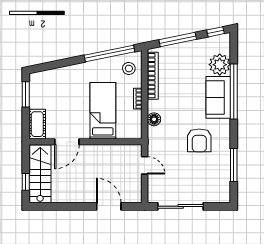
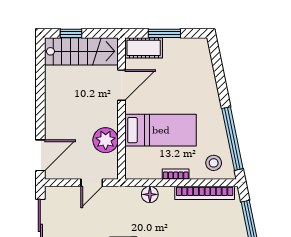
window: (26, 94) -> (164, 33), moved
door: (67, 142) -> (122, 85), swing flipped
plant: (111, 155) -> (106, 140), added
door: (109, 206) -> (40, 155), moved

